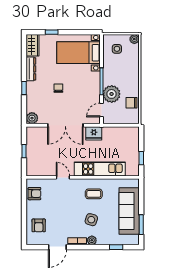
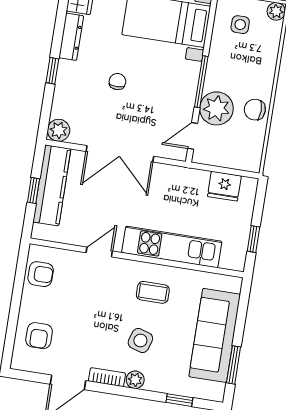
chair: (132, 103) -> (255, 110), moved
fridge: (94, 133) -> (224, 186), moved
kitchen counter: (33, 147) -> (52, 185), added
door: (63, 177) -> (99, 252), hinge flipped

